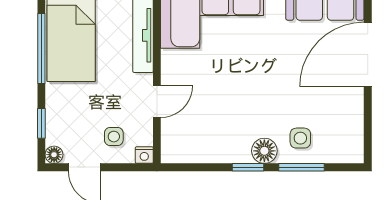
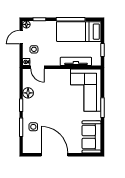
door: (368, 54) -> (54, 155), moved
door: (157, 101) -> (37, 67), moved
floor lamp: (264, 151) -> (28, 93), moved

